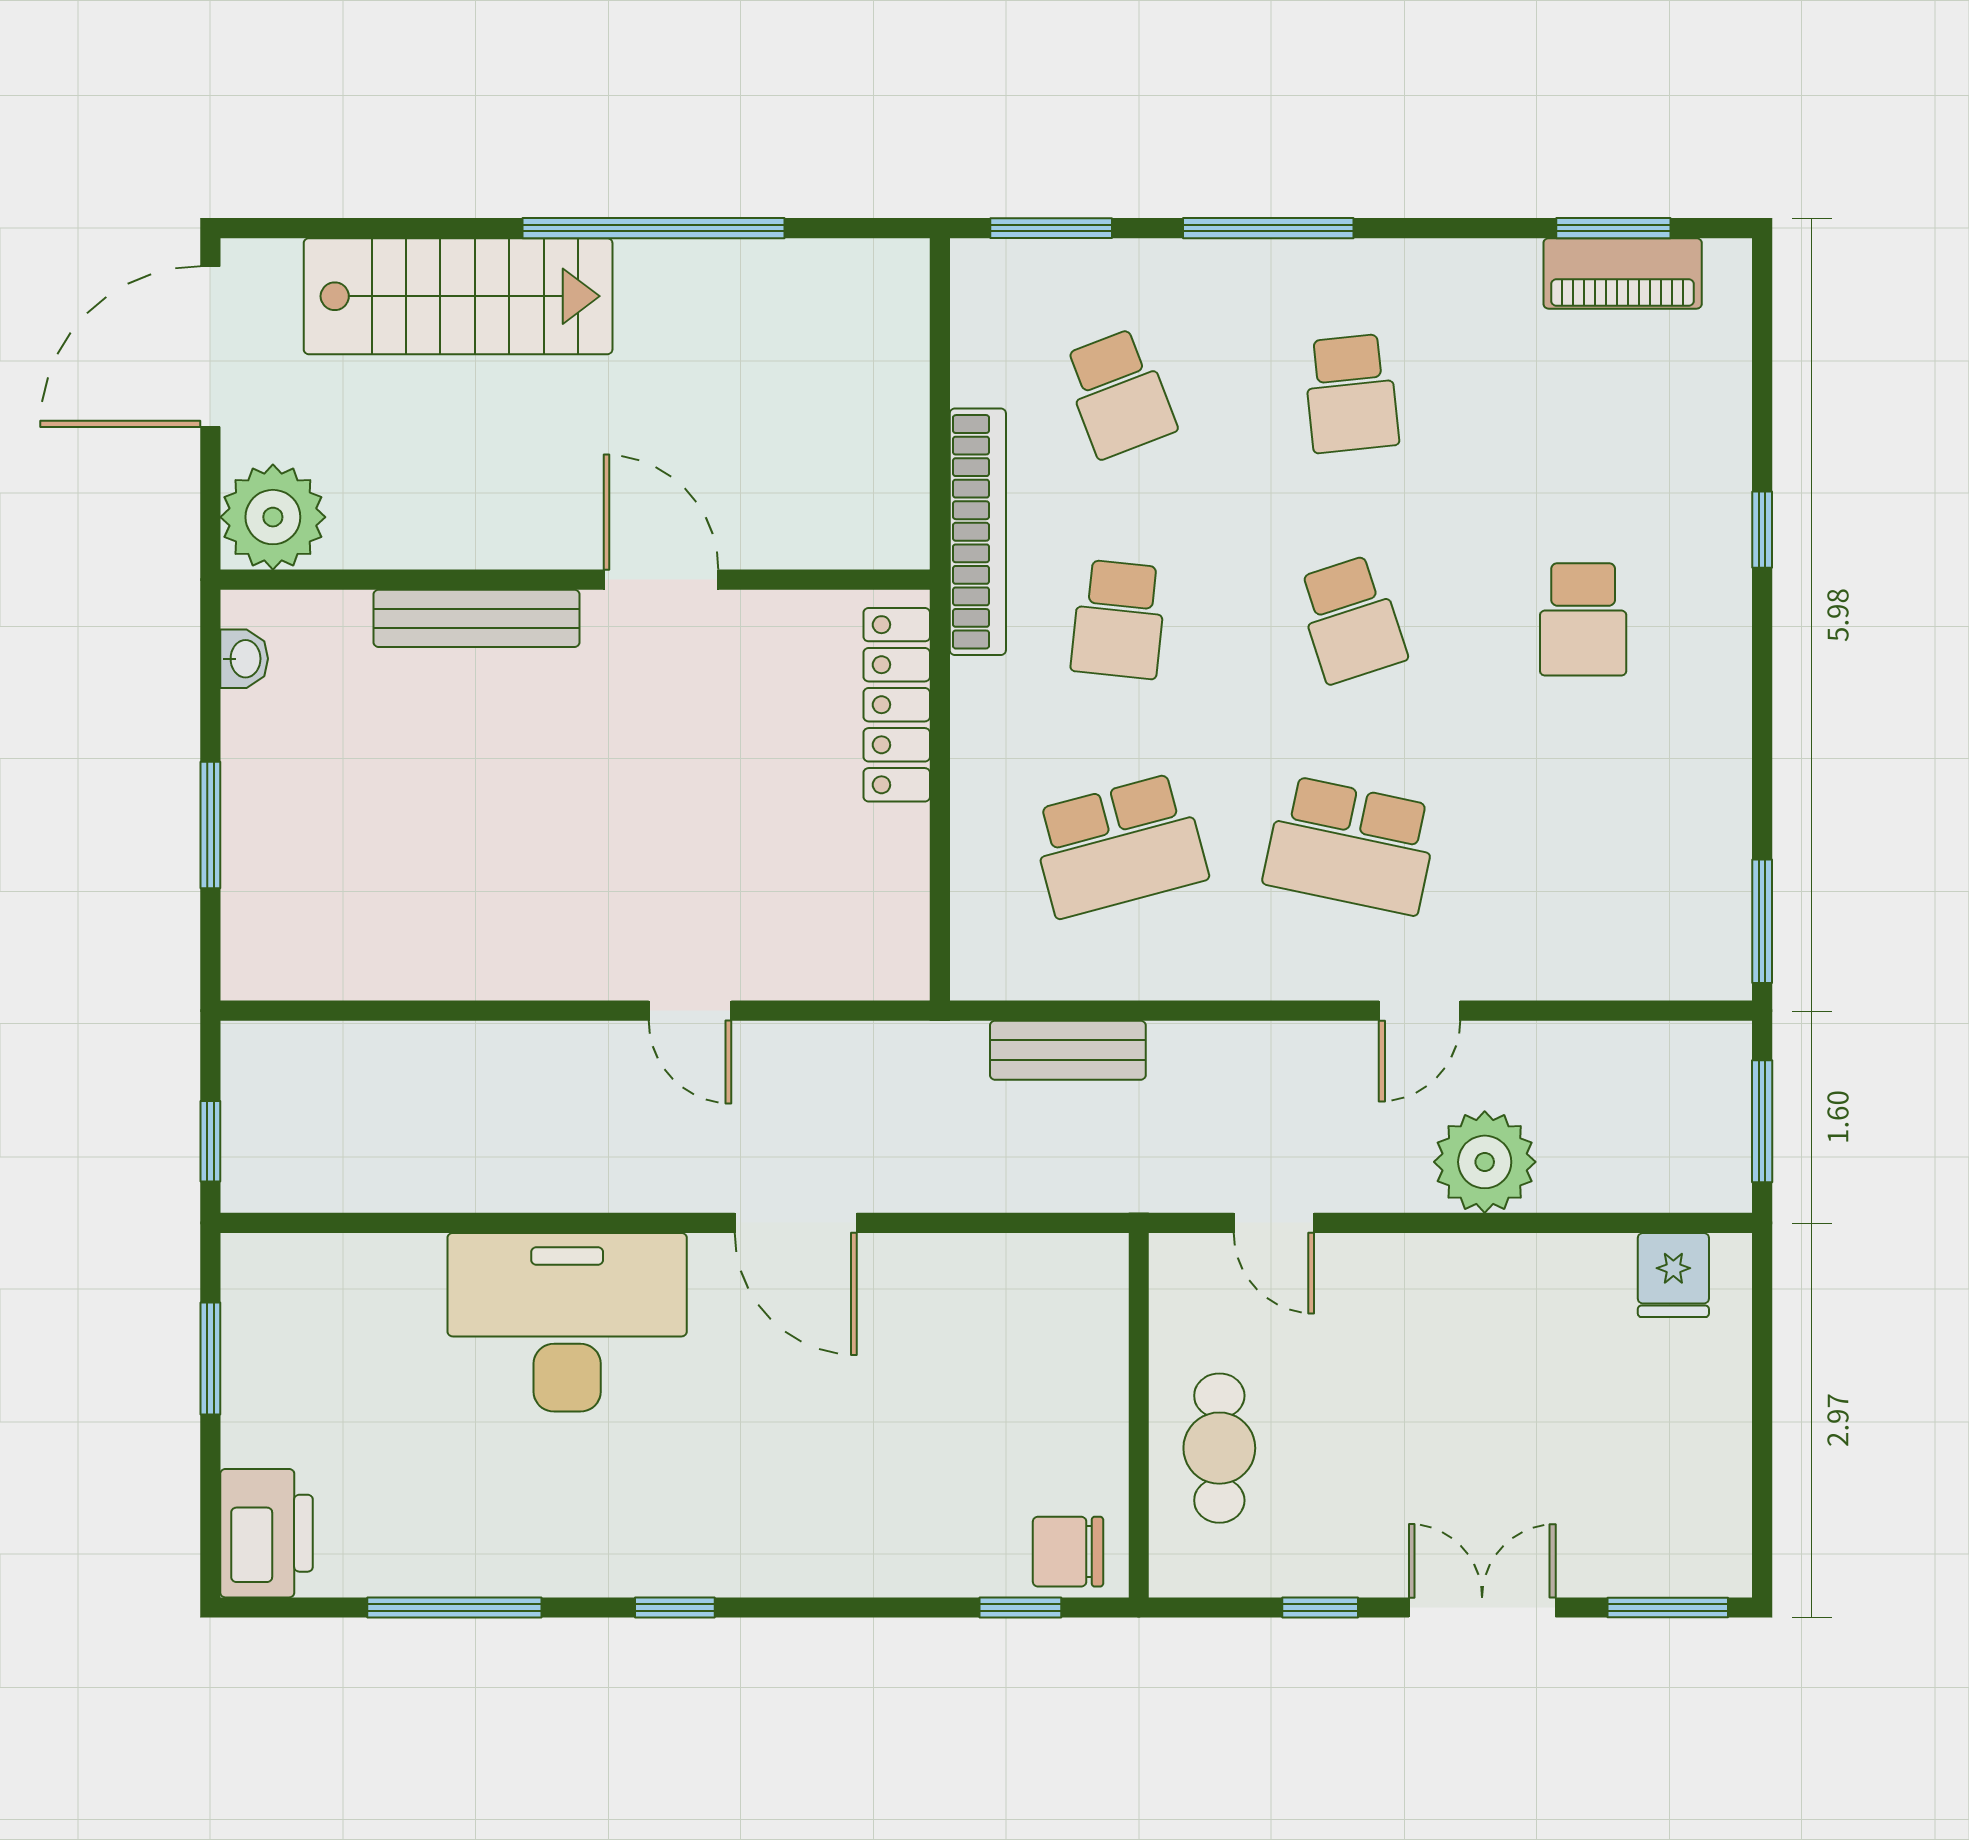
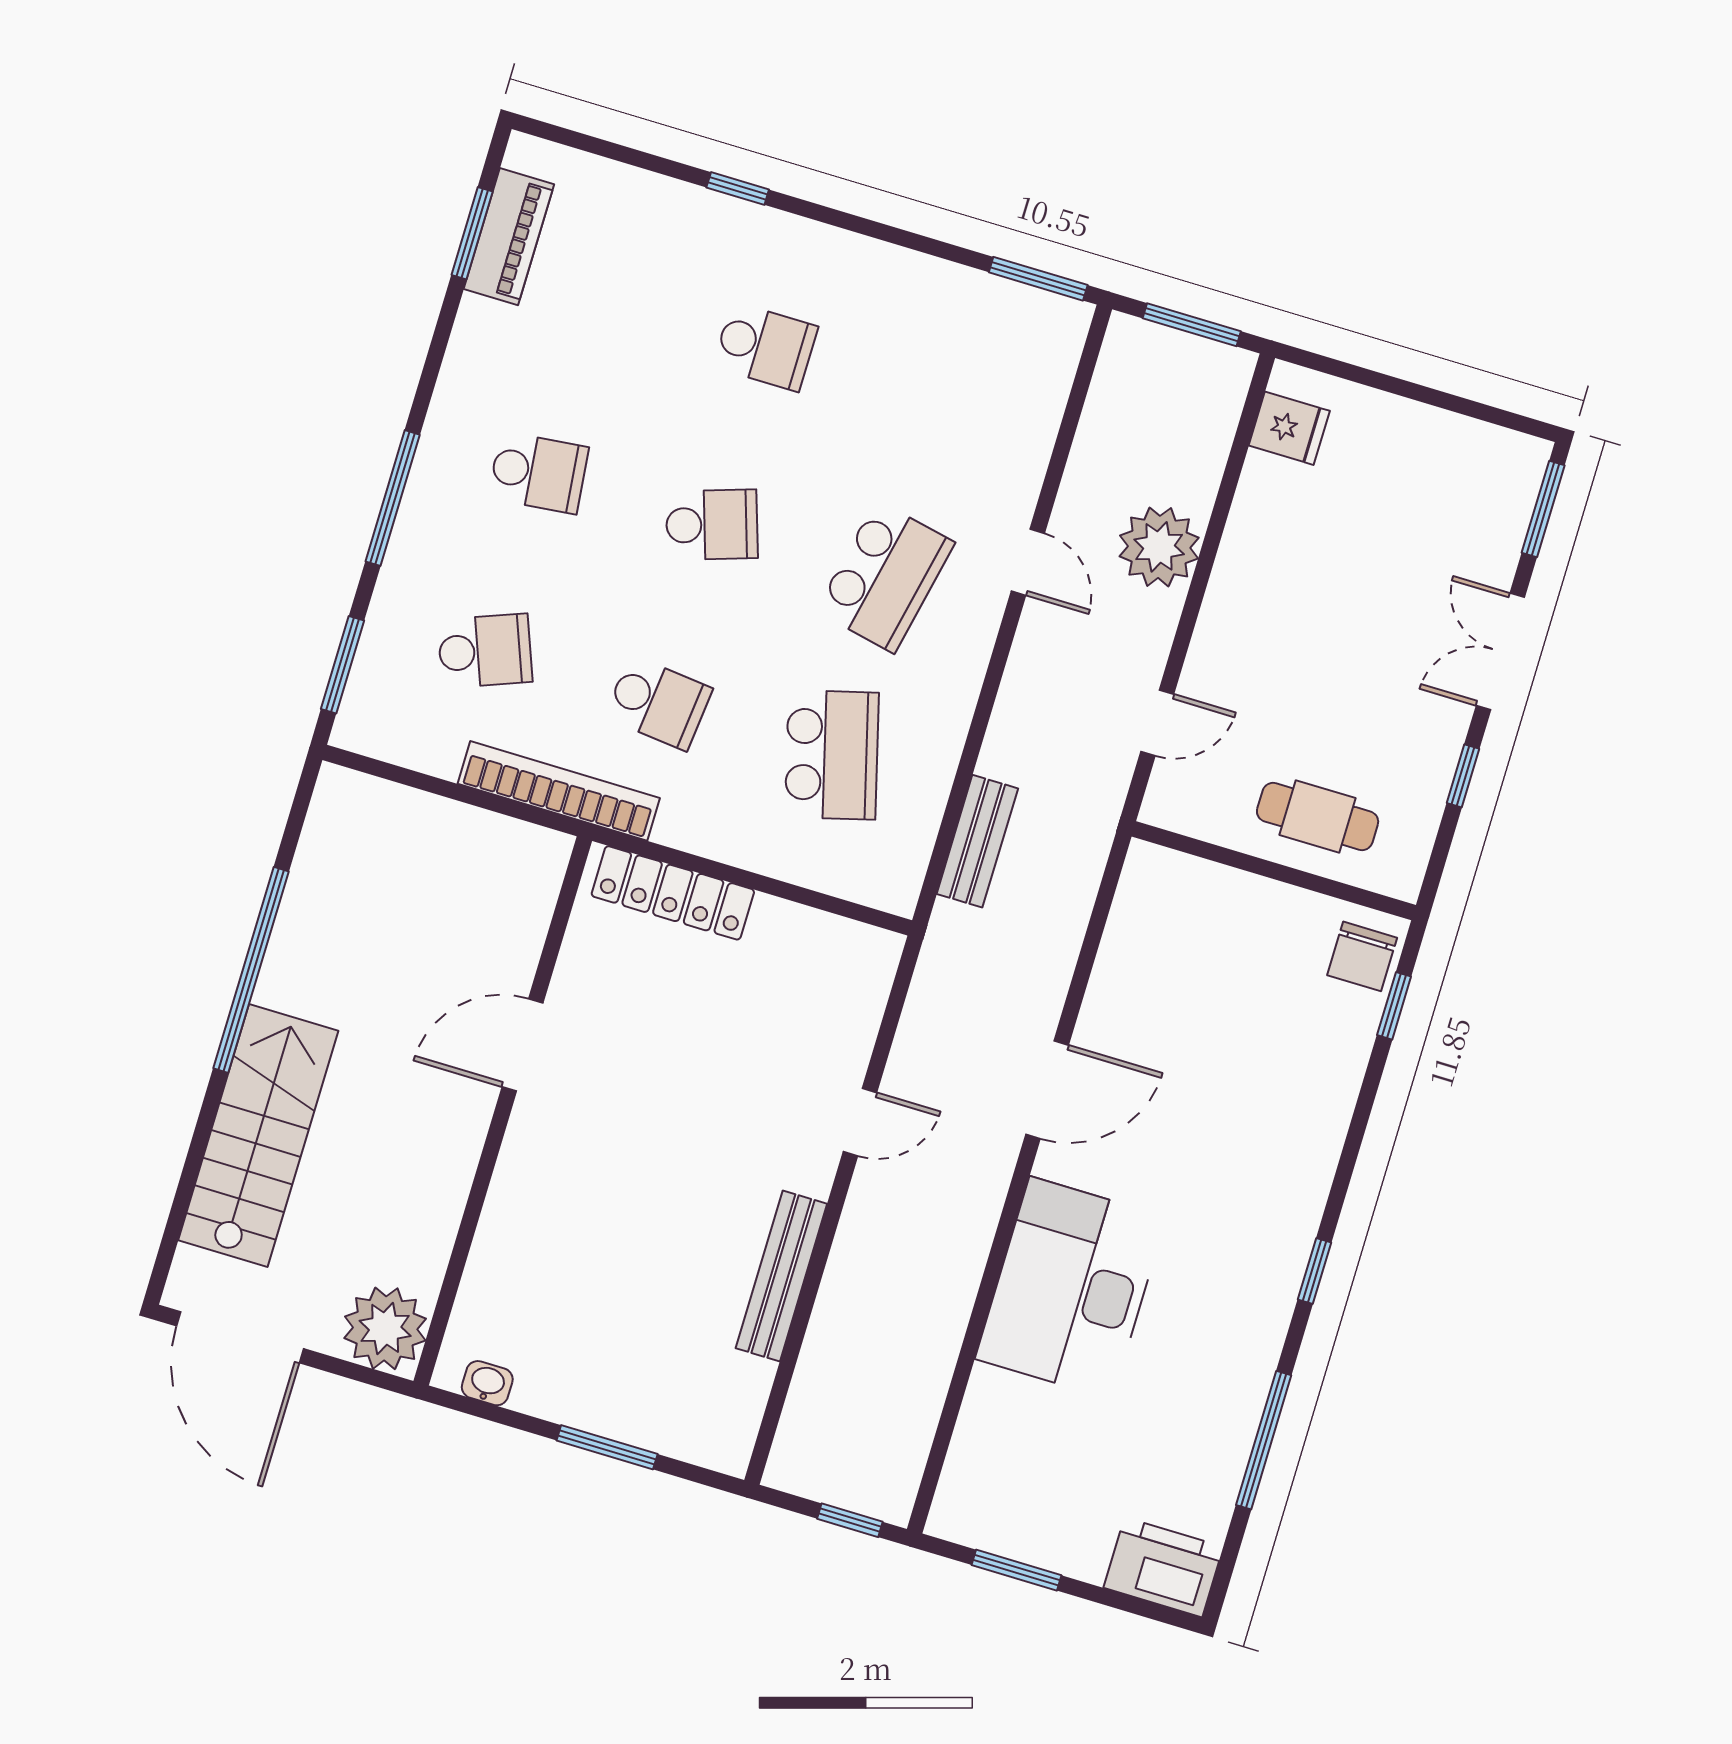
bench: (477, 618) -> (781, 1276), moved

